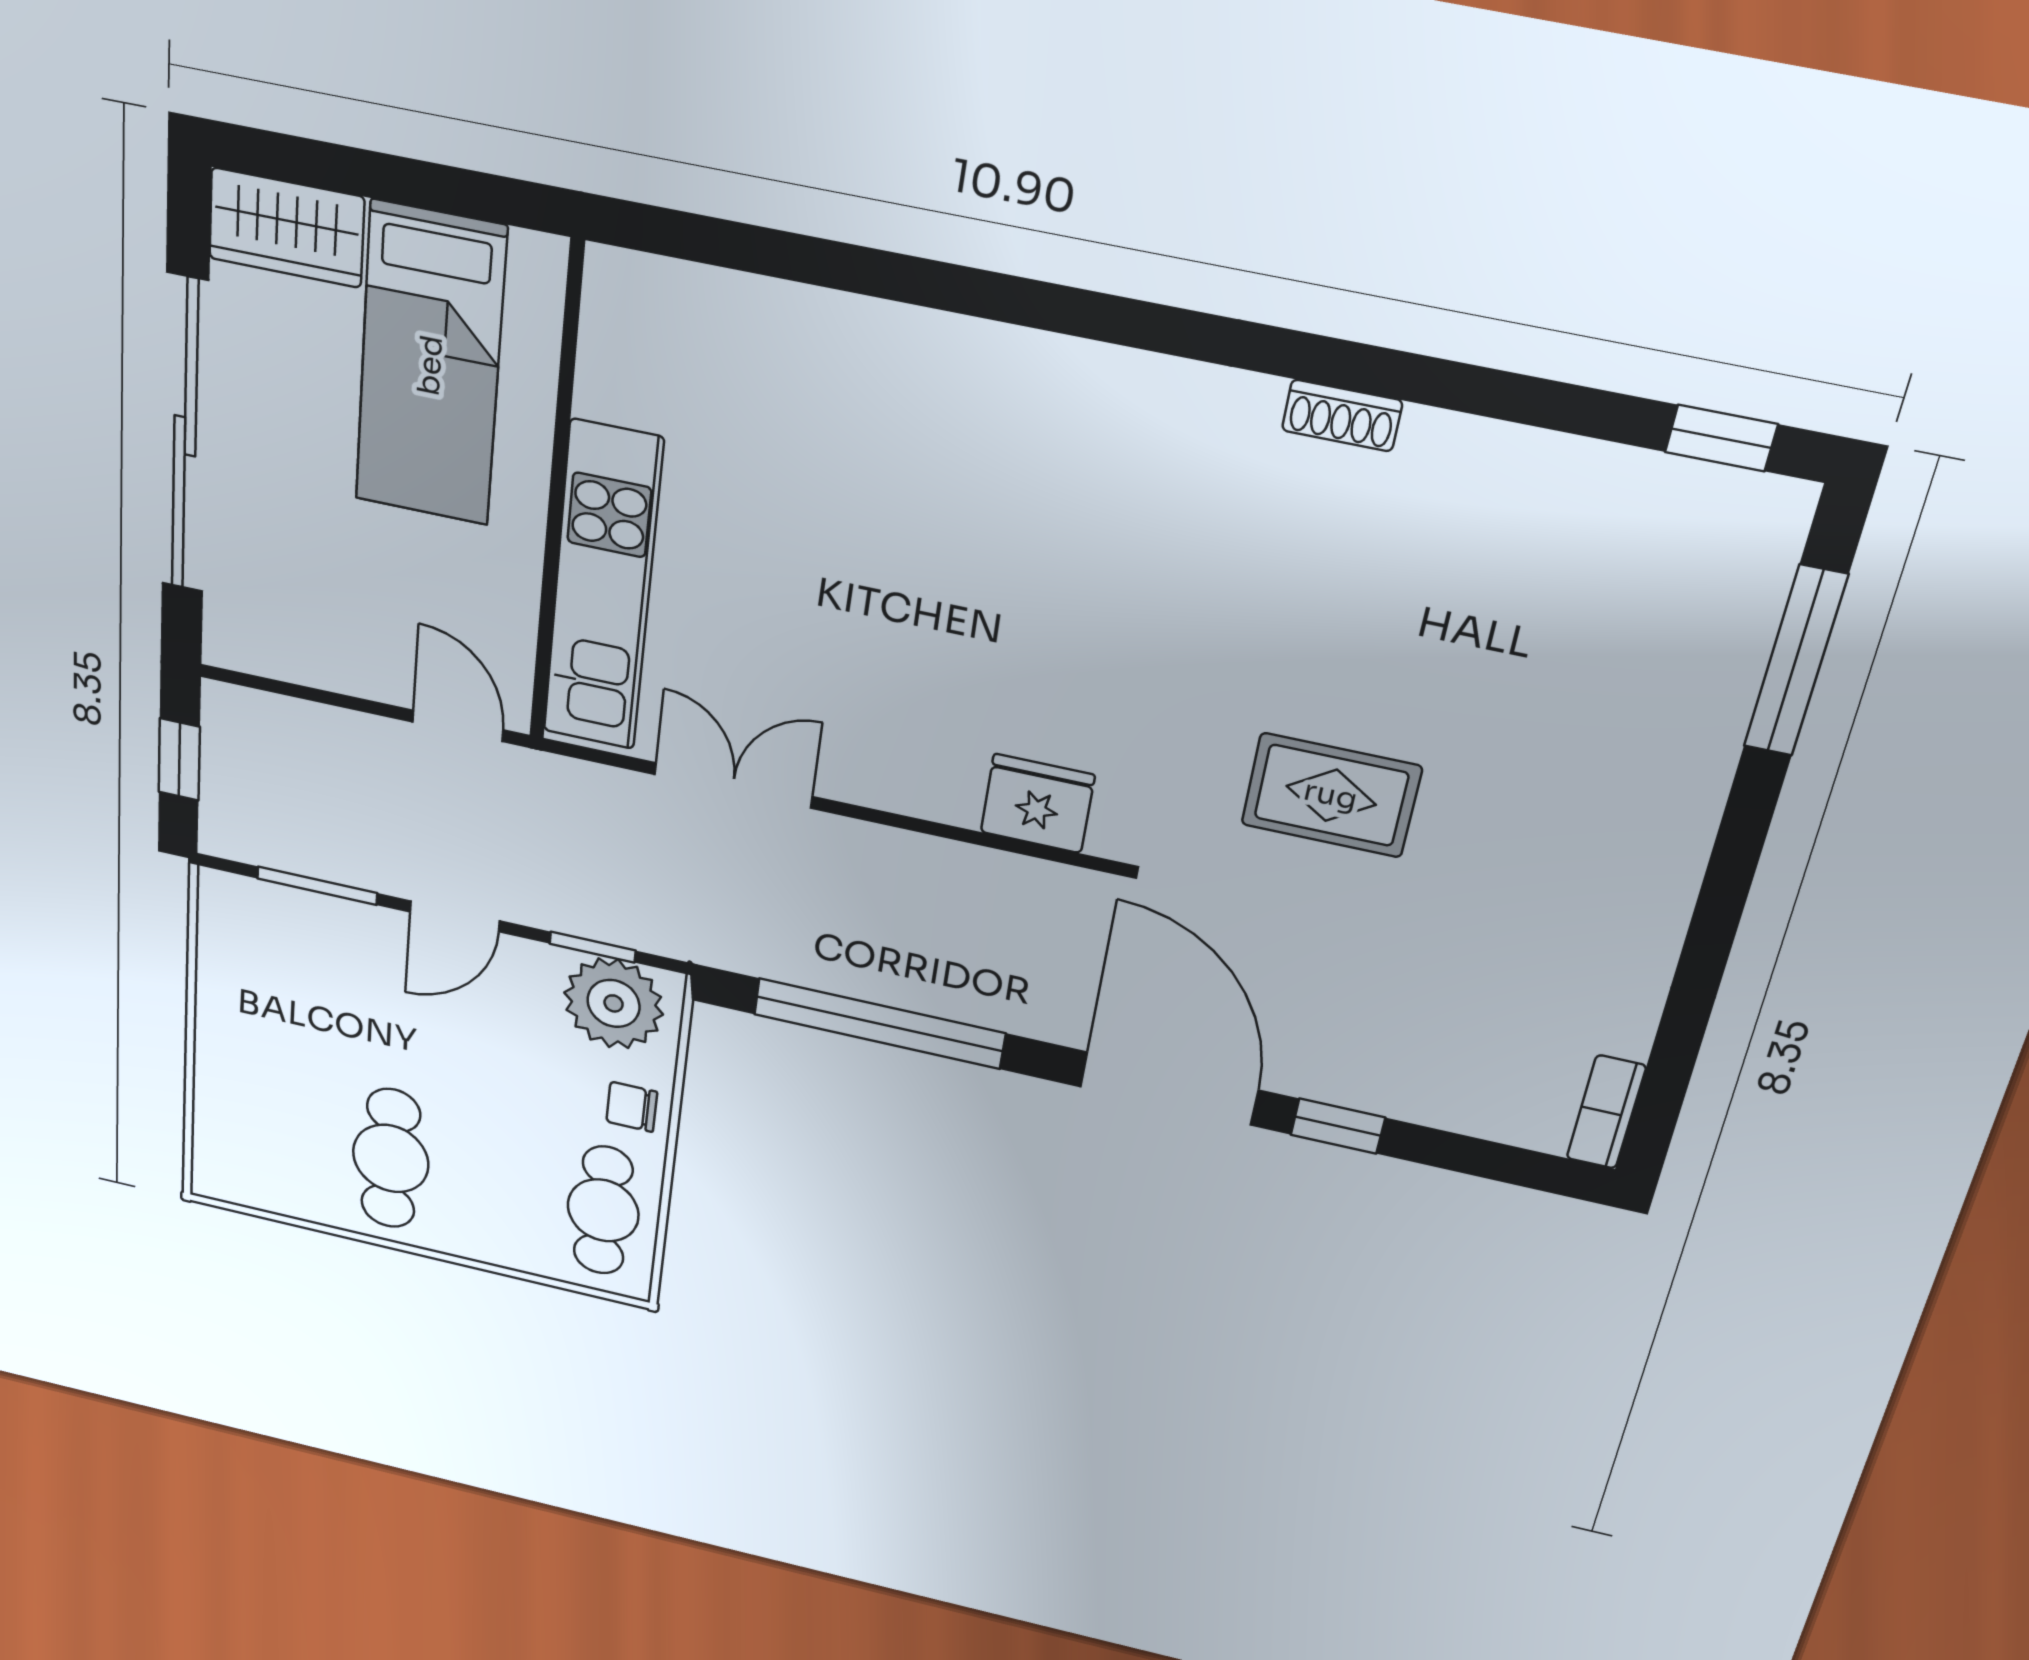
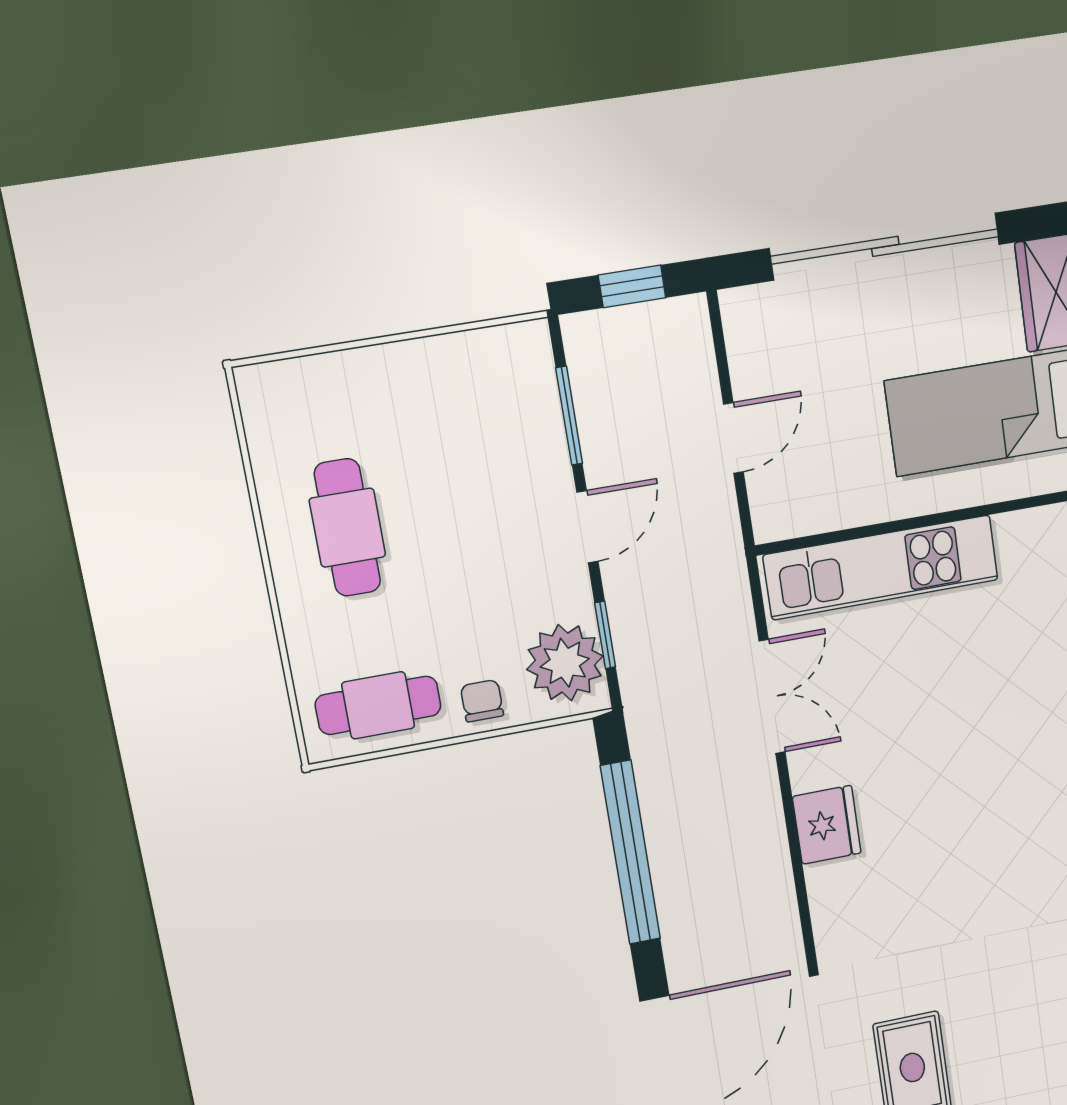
door: (458, 726) -> (733, 438), moved
fridge: (1038, 804) -> (827, 825), moved
door: (455, 916) -> (587, 527), swing flipped
cafe table: (391, 1159) -> (347, 528), turned 90

